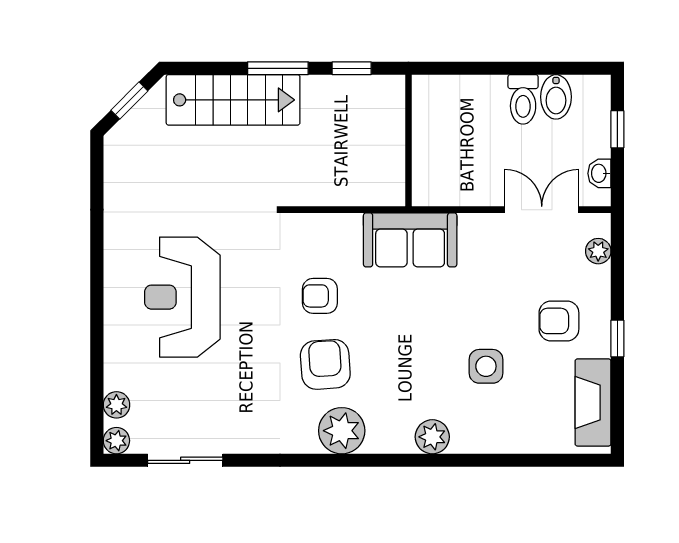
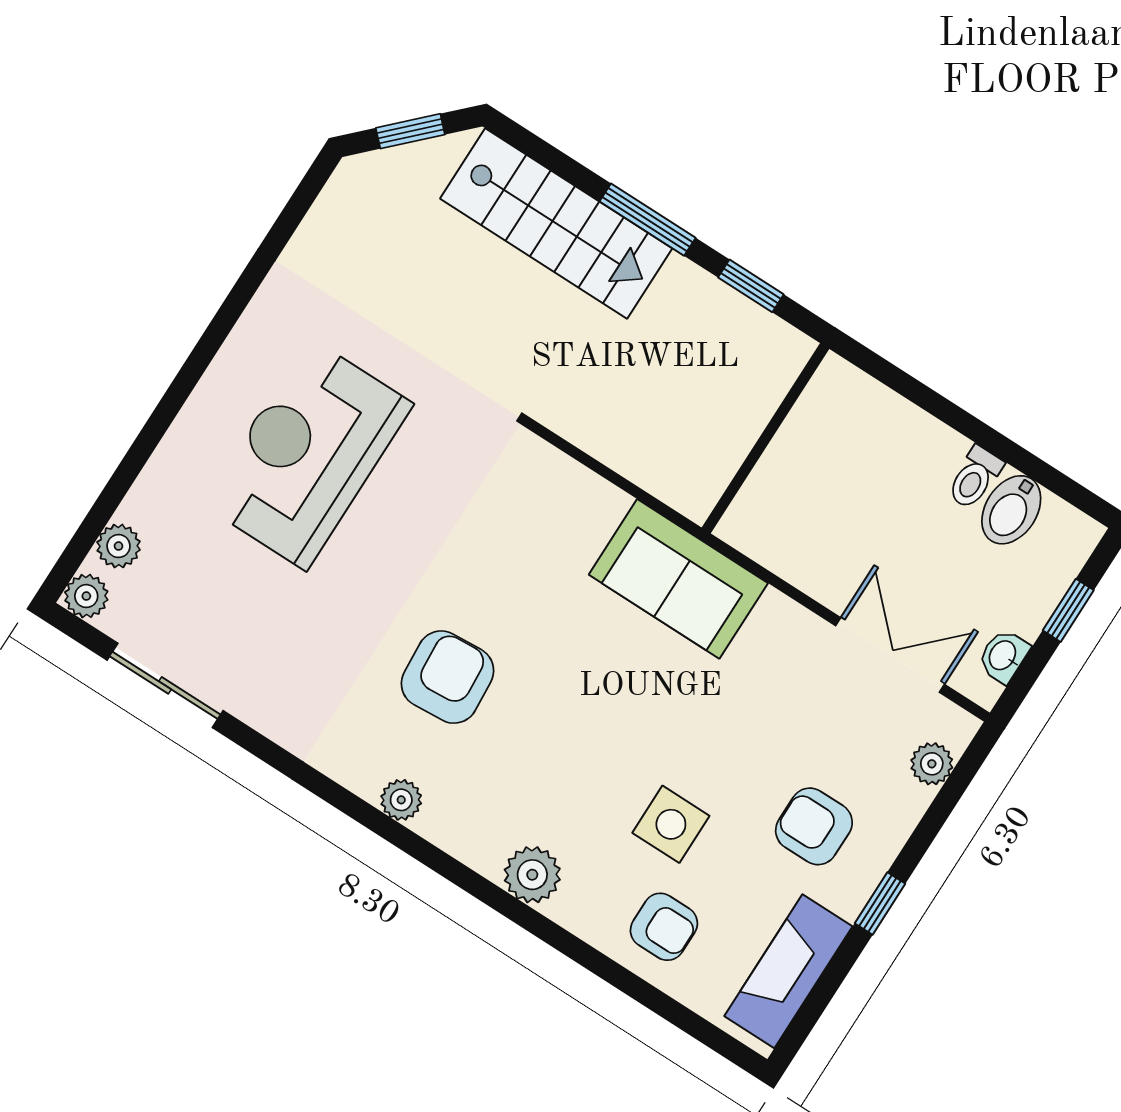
toilet: (523, 99) -> (975, 478), width x0.73, depth x0.72
armchair: (320, 296) -> (664, 927), moved, turned 180
plant: (342, 431) -> (401, 800), width x0.53, depth x0.53

